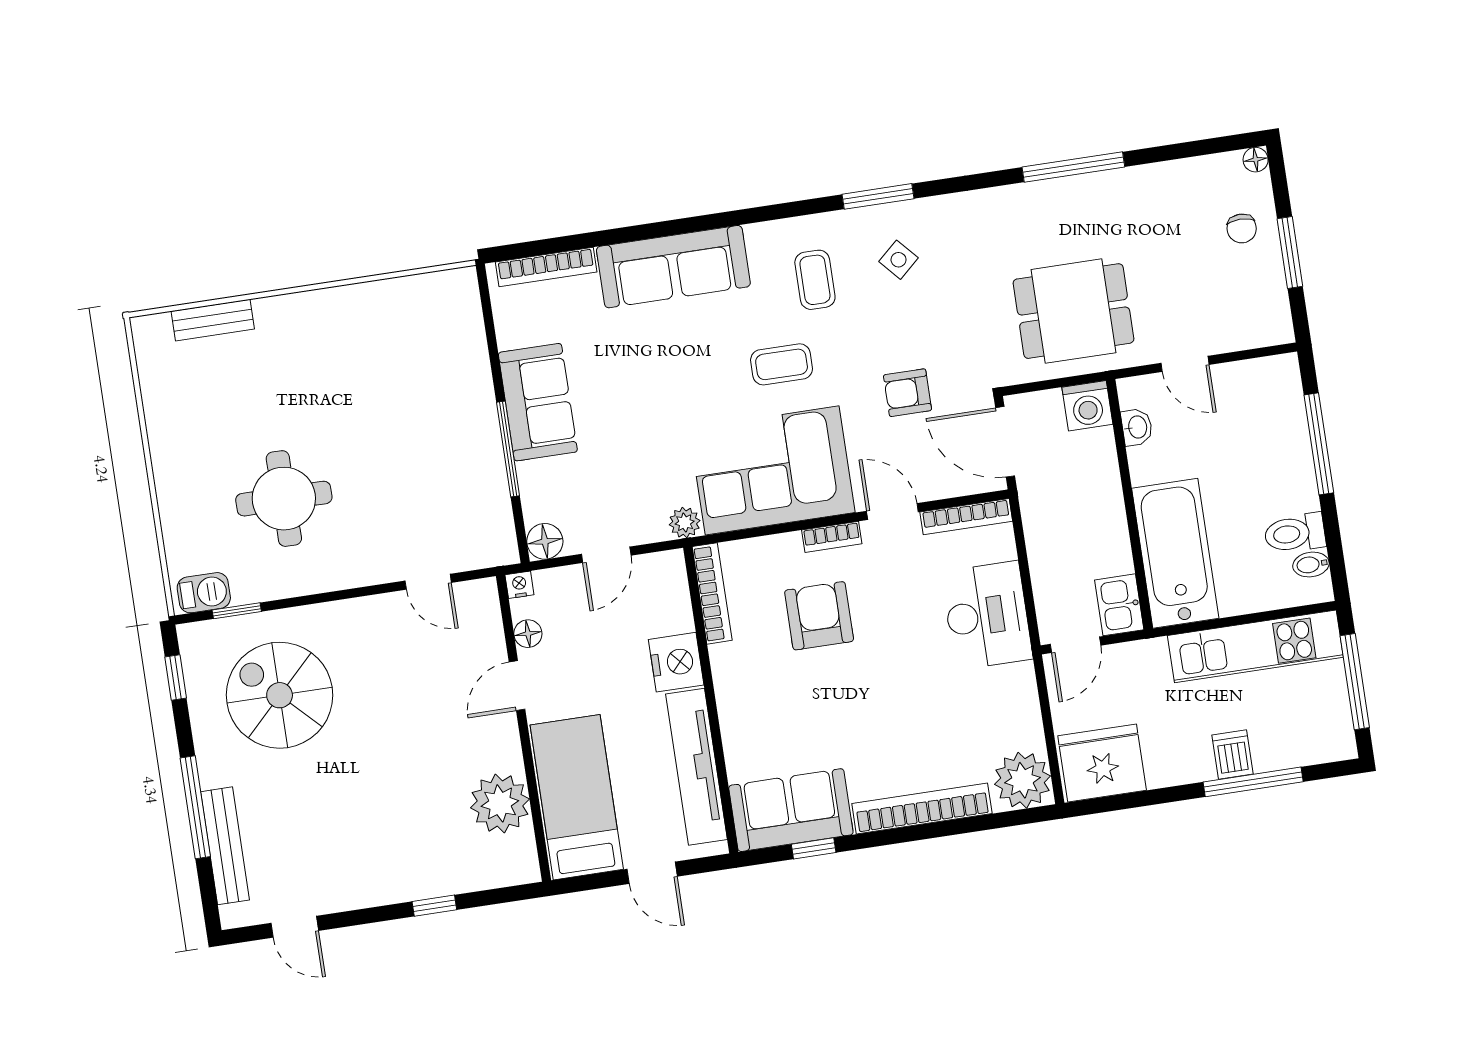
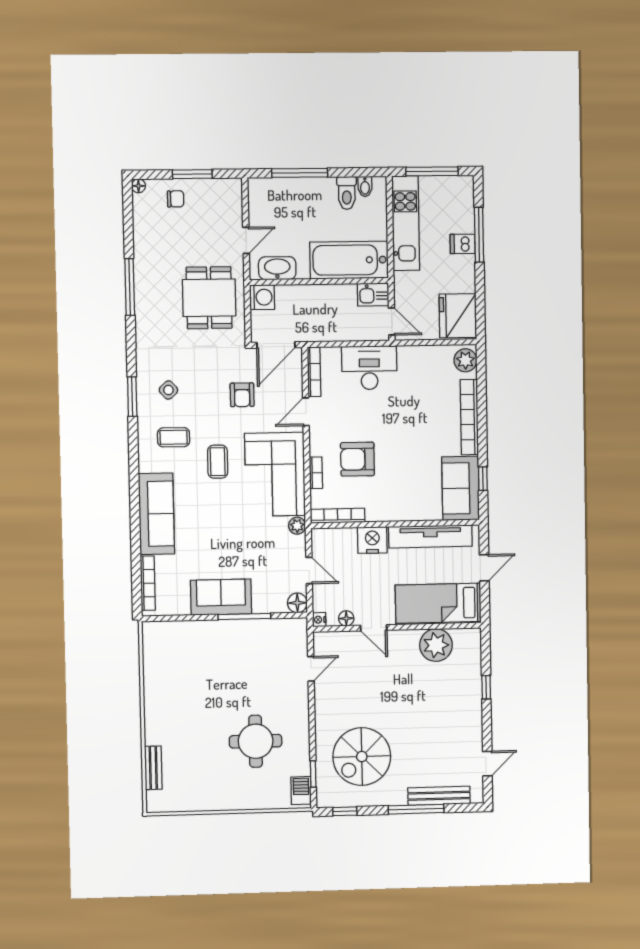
washbasin: (1137, 427) -> (277, 268), width x1.91, depth x1.45
bookcase: (832, 537) -> (316, 473), moved
plant: (1022, 780) -> (465, 360), width x0.73, depth x0.73

